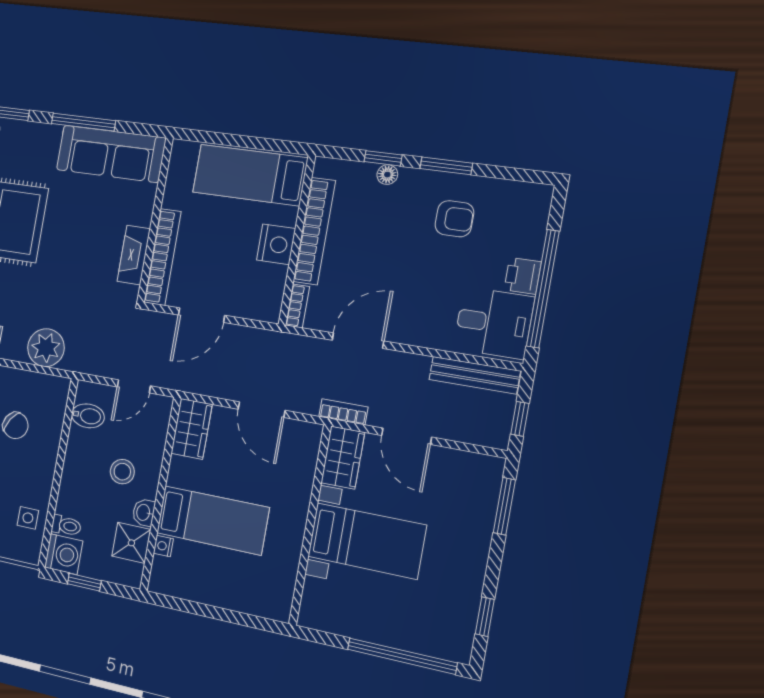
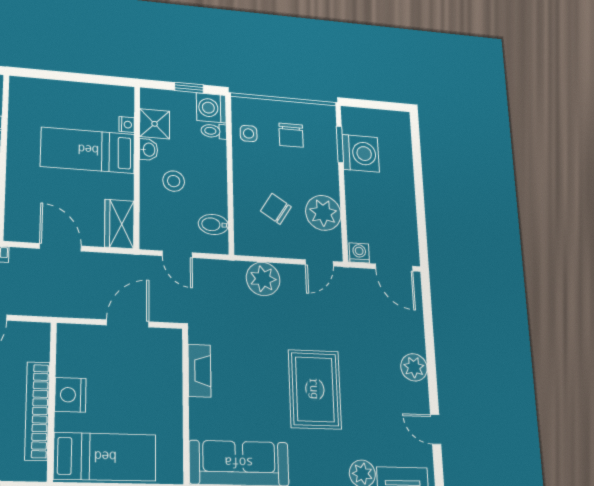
bookcase: (162, 257) -> (173, 372), removed
bookcase: (297, 306) -> (42, 341), removed
door: (134, 386) -> (177, 254), swing flipped

